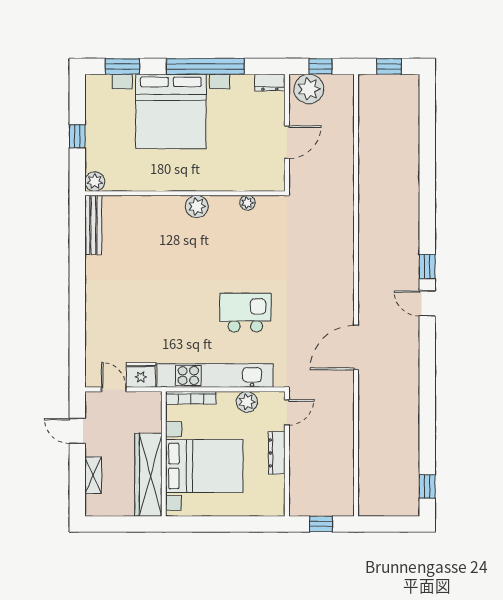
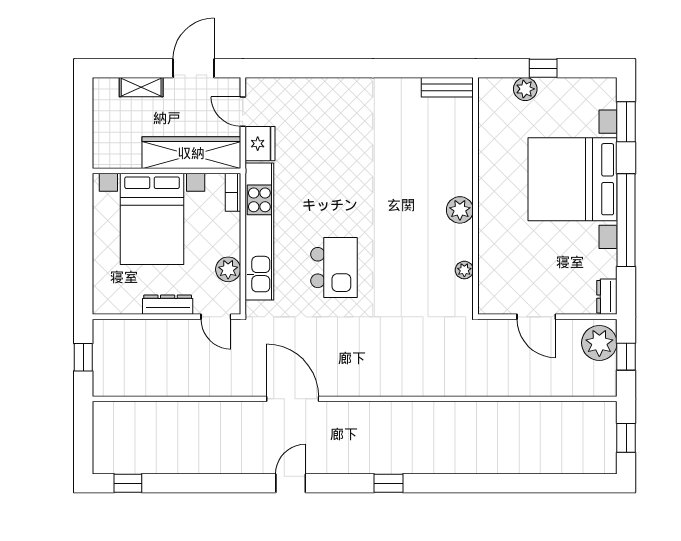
plant: (95, 182) -> (525, 89), moved
bench: (93, 225) -> (447, 87), width x0.73
door: (427, 303) -> (291, 483), moved
door: (114, 389) -> (243, 112), swing flipped
bookcase: (191, 398) -> (233, 192), width x0.64
door: (77, 431) -> (194, 68), width x1.38
wardrobe: (148, 475) -> (191, 153), moved

